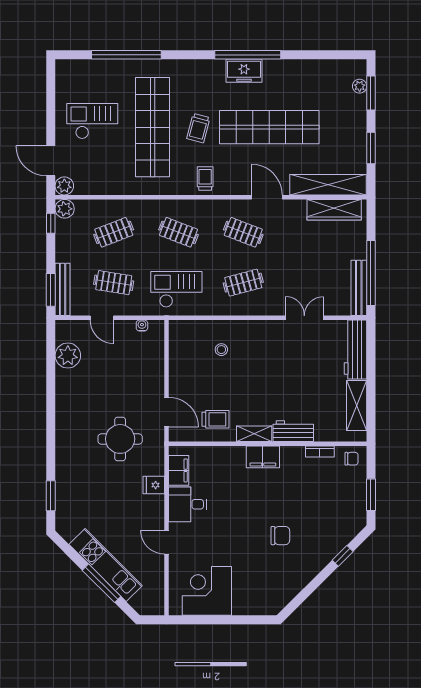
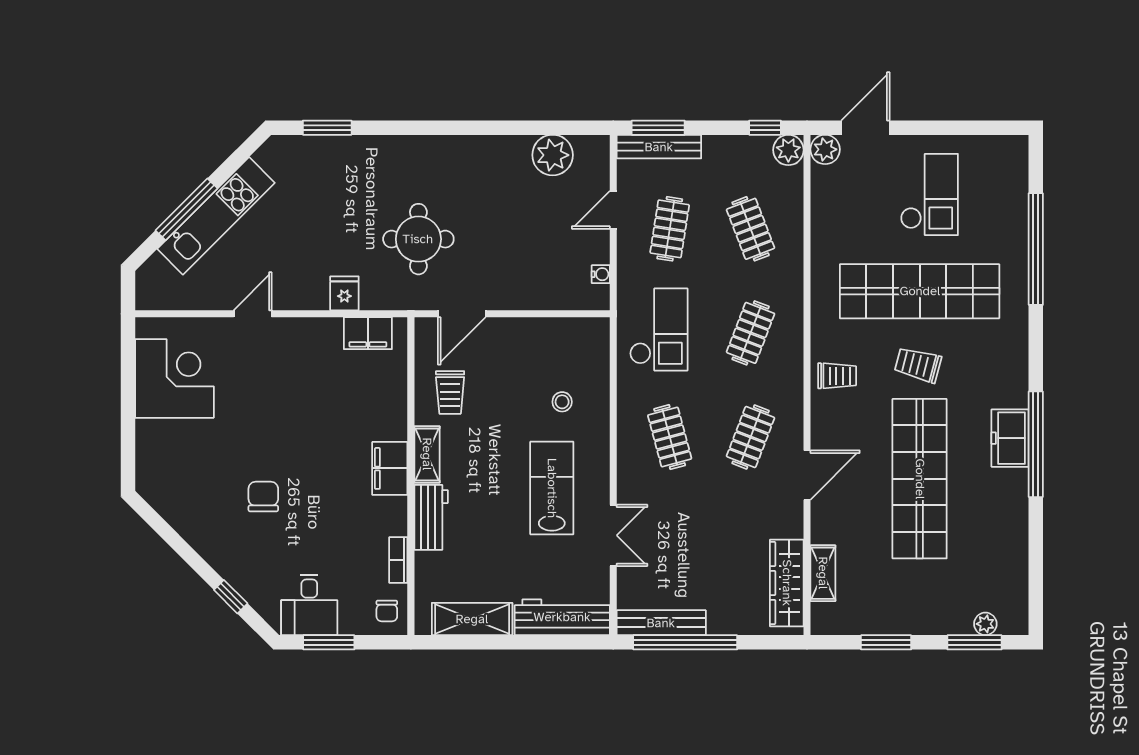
shelving: (328, 185) -> (823, 573), width x0.45, depth x0.75
lab bench: (275, 356) -> (552, 488), added
desk: (187, 504) -> (309, 605), moved, turned 180
chair: (280, 536) -> (263, 497), turned 180

